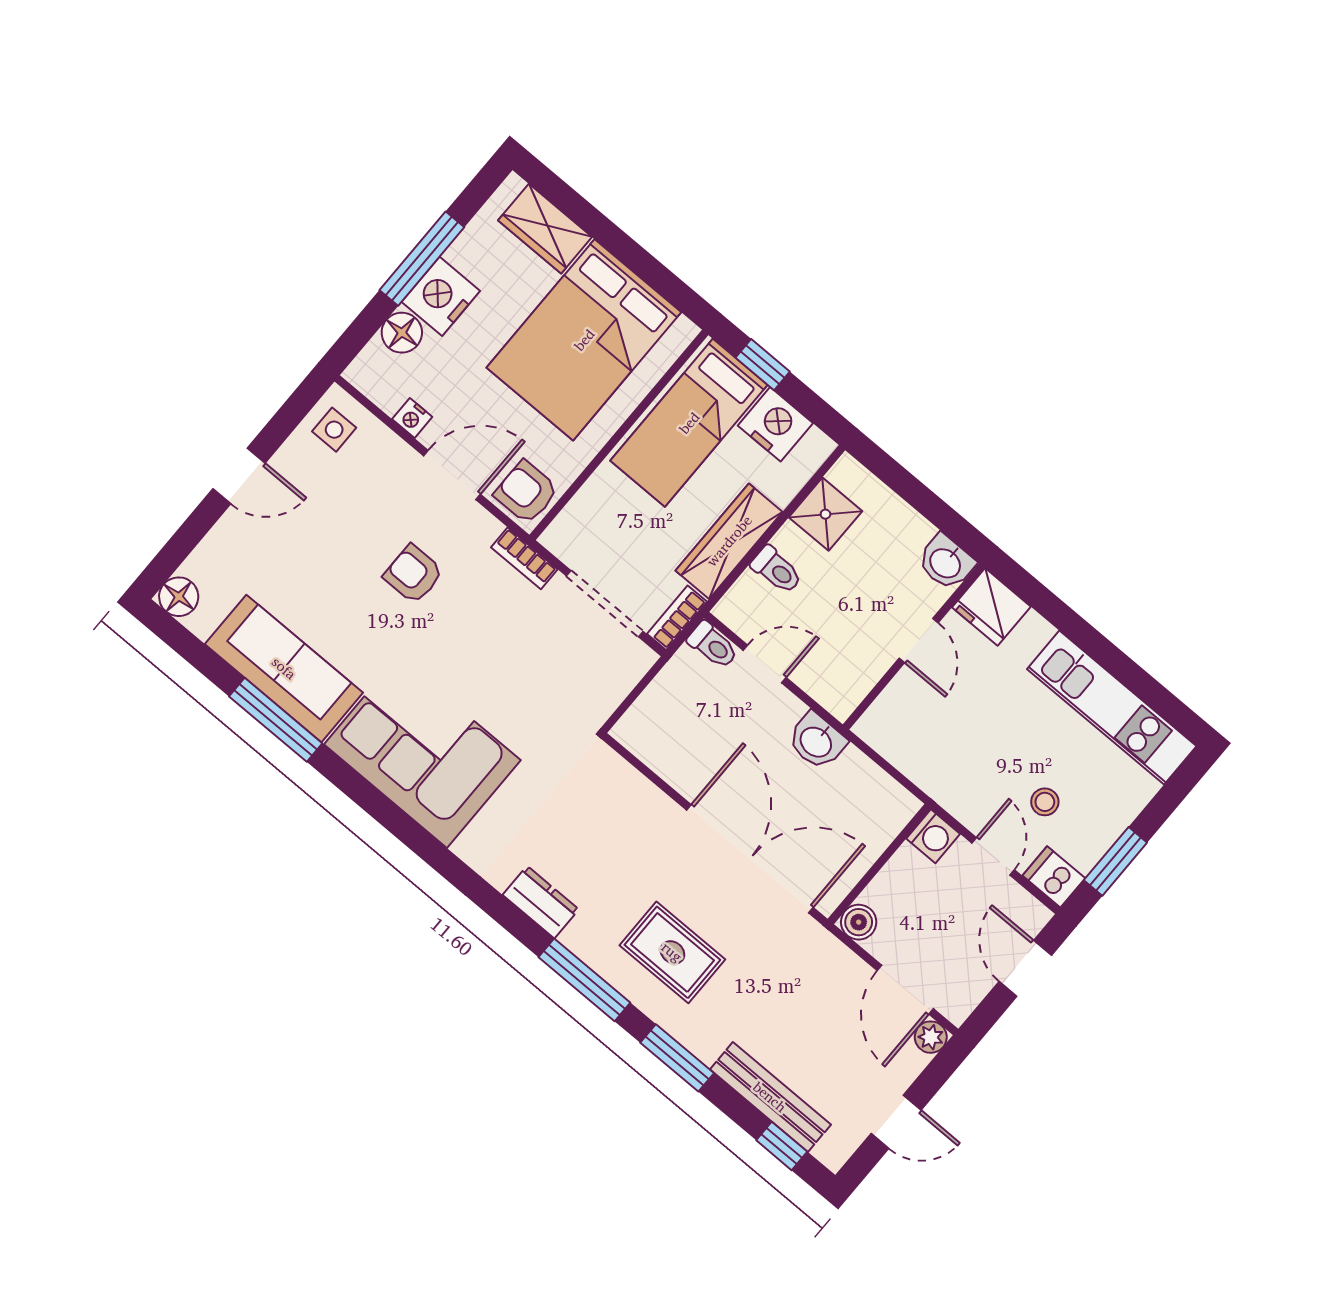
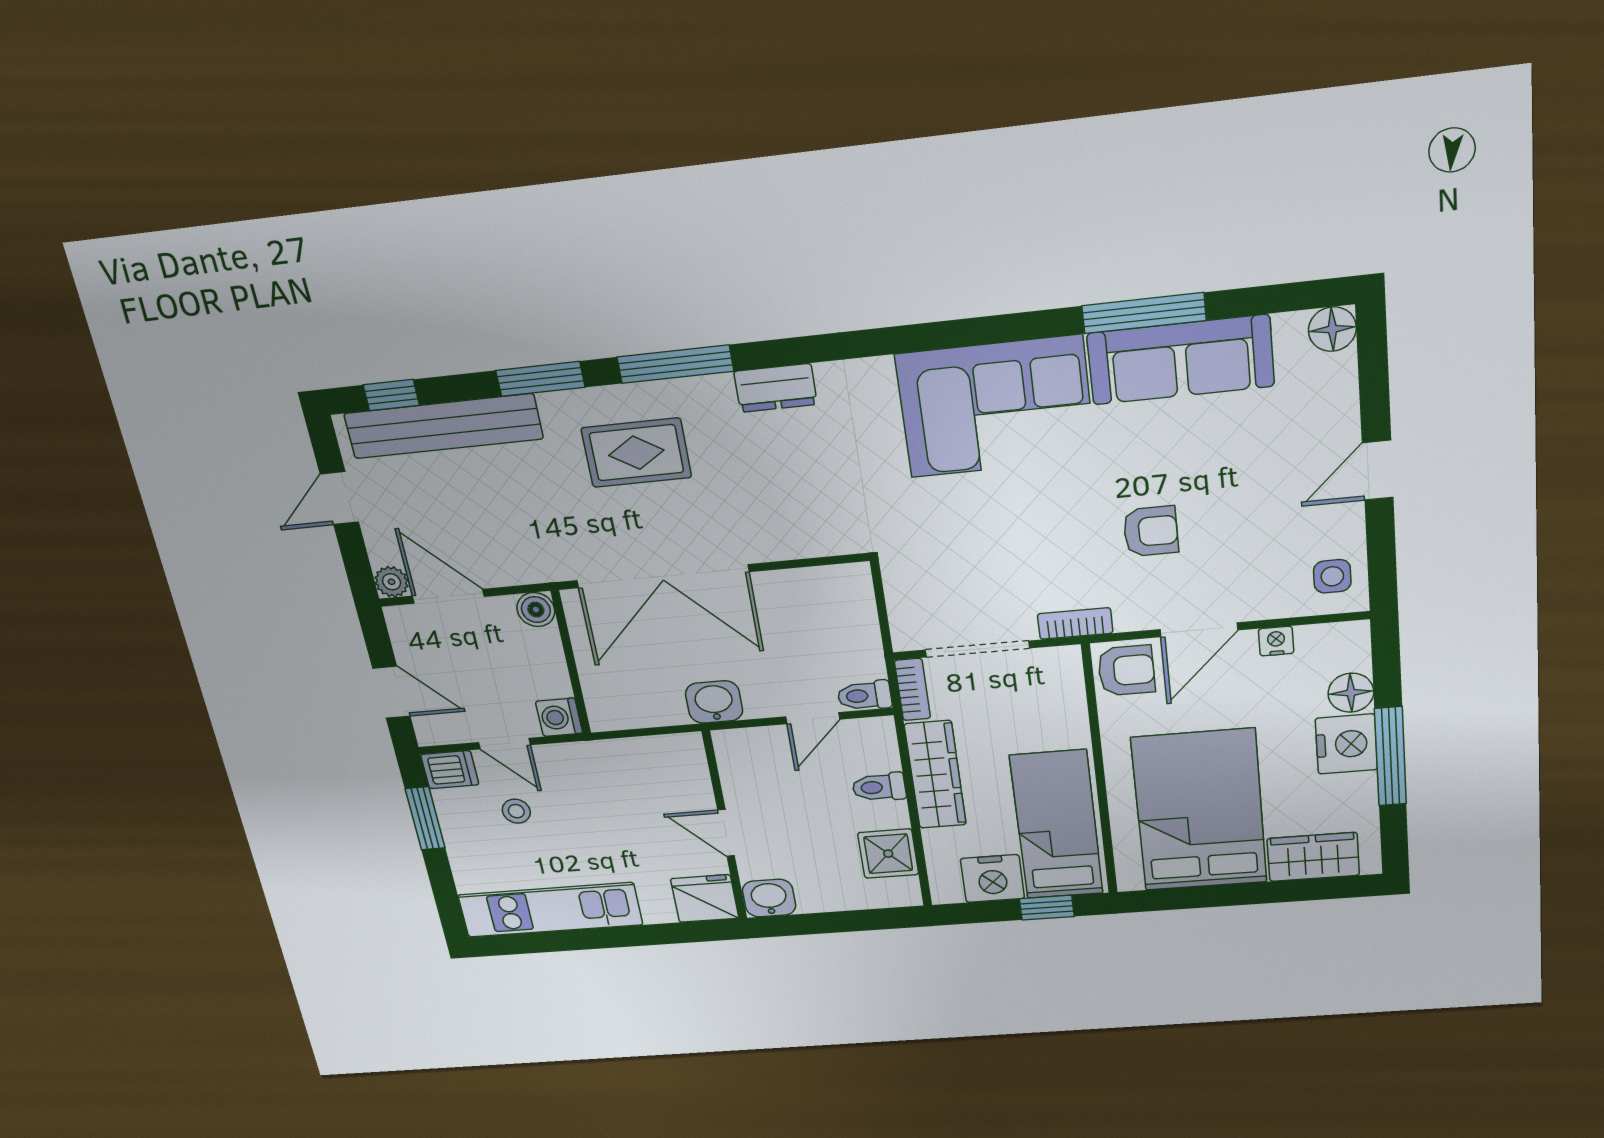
bench: (770, 1097) -> (443, 426), width x1.37, depth x1.21

